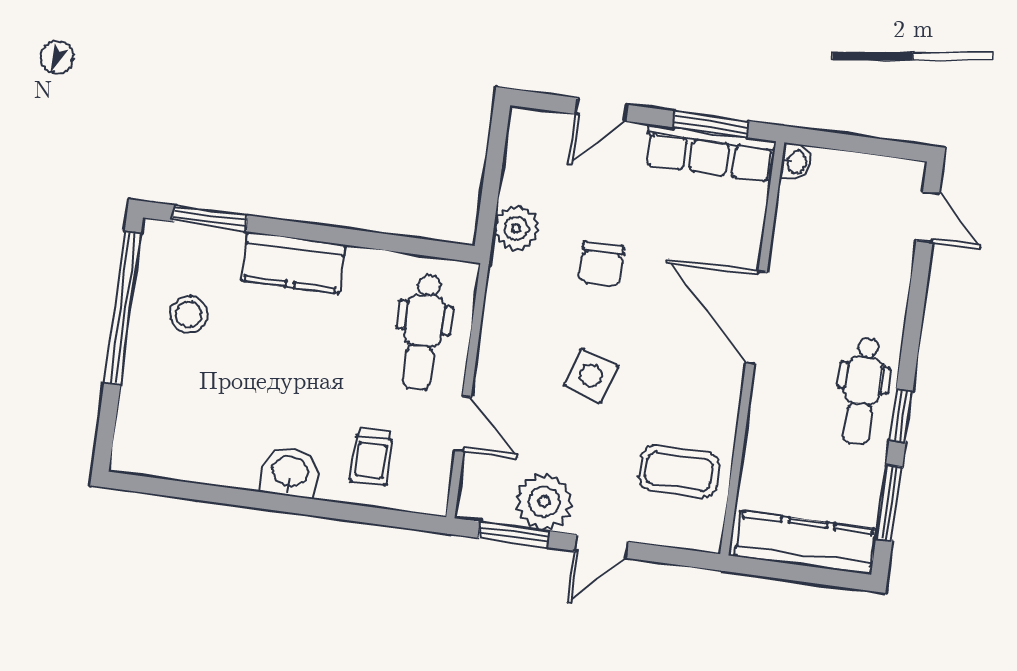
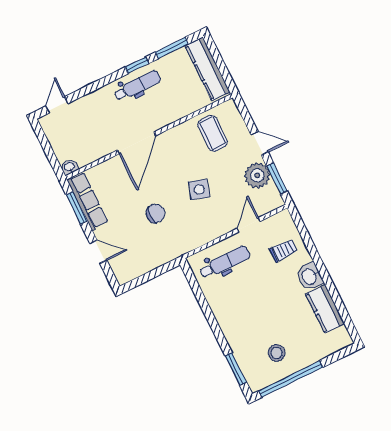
plant: (516, 228) -> (163, 254), removed
kitchen counter: (293, 263) -> (325, 309), moved, turned 180

